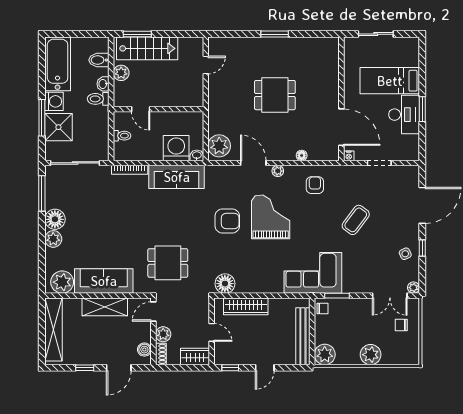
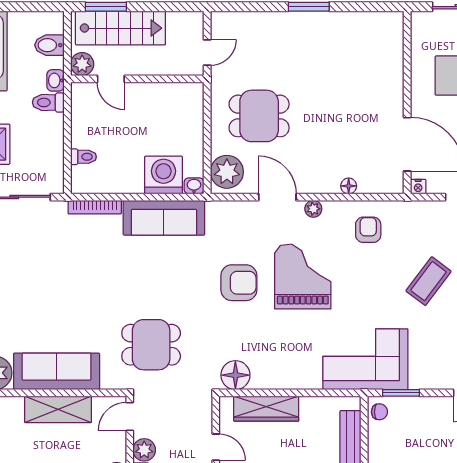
dining table: (275, 95) -> (259, 116), moved
door: (141, 109) -> (111, 79), moved
wall: (158, 109) -> (137, 79), moved

